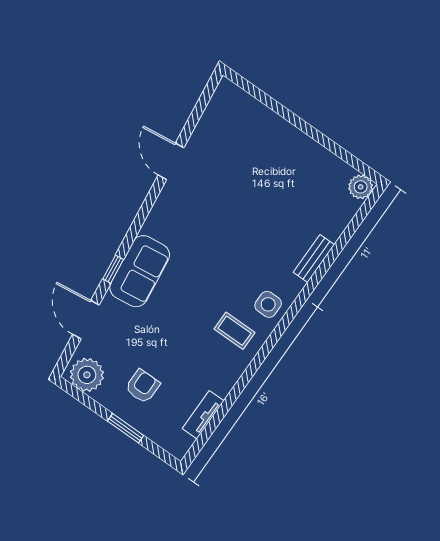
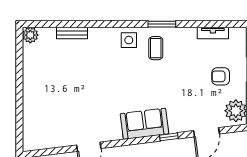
bench: (314, 258) -> (72, 33), moved
sofa: (140, 271) -> (144, 124), moved
window: (259, 359) -> (162, 24), added

